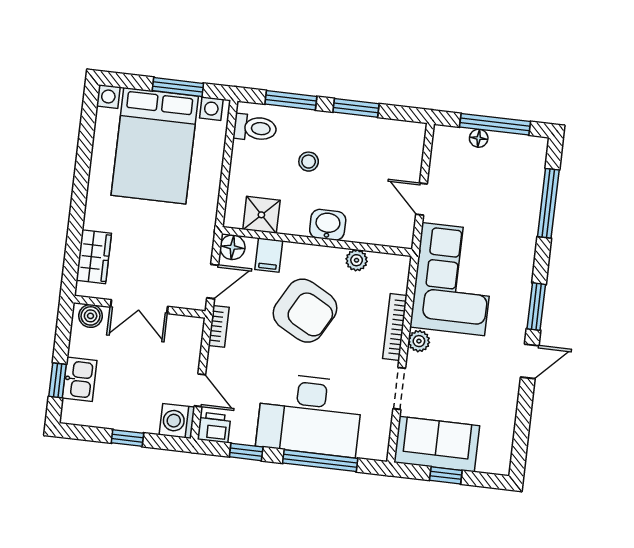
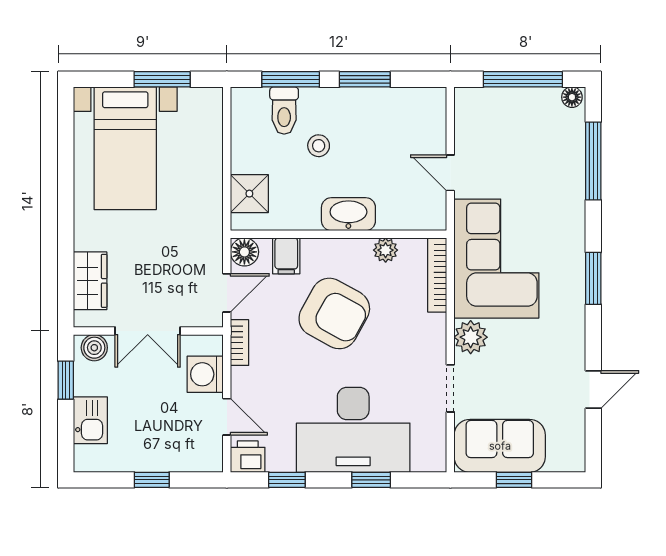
toilet: (255, 128) -> (284, 111), moved, turned 90
floor lamp: (479, 138) -> (572, 97), moved
bed with nightstands: (155, 146) -> (125, 148), width x0.73
shower: (261, 215) -> (249, 194), moved
washbasin: (328, 225) -> (348, 214), width x1.38
bookcase: (395, 327) -> (437, 275), moved
plant: (419, 341) -> (471, 337), width x1.38, depth x1.38
door: (530, 361) -> (593, 390), moved
window: (58, 380) -> (66, 380), moved
washing machine: (177, 421) -> (205, 374), moved
window: (320, 461) -> (371, 480), width x0.46

